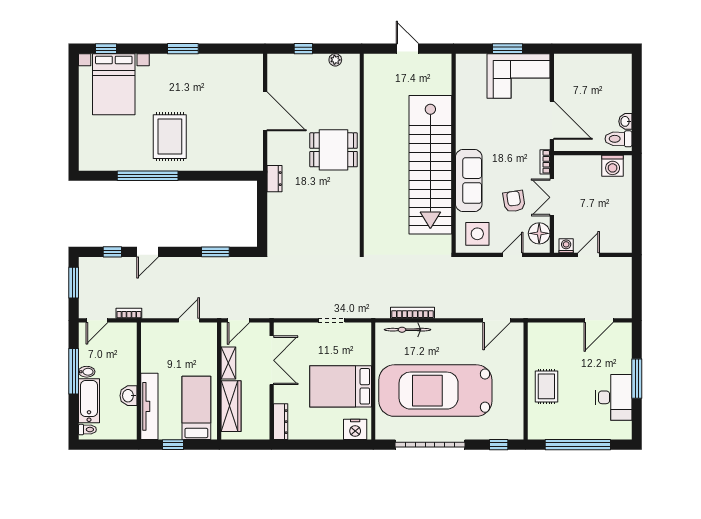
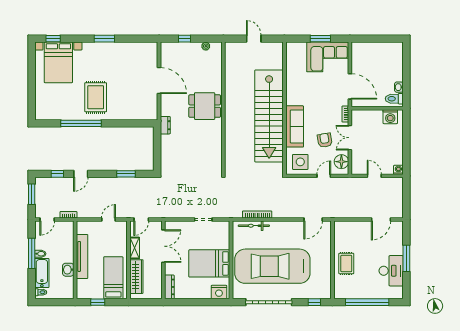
washing machine: (566, 246) -> (398, 170), moved
door: (589, 255) -> (374, 176), hinge flipped
tv unit: (149, 406) -> (82, 256), moved

